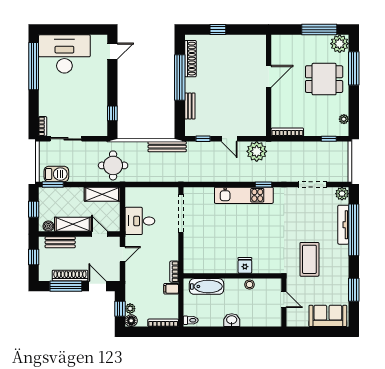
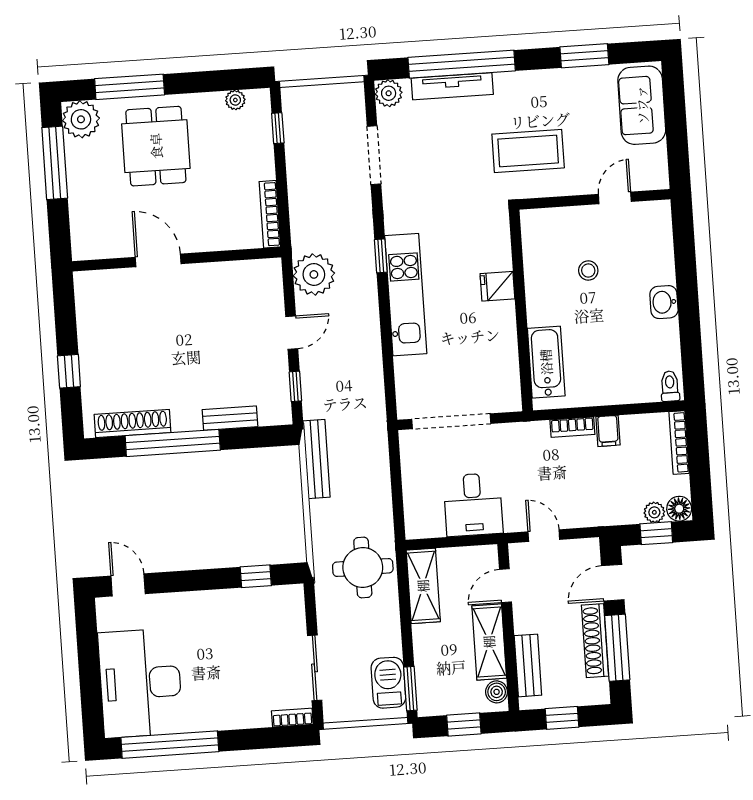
fridge: (245, 265) -> (497, 286), moved
wall: (232, 276) -> (521, 310), moved
bathtub: (206, 286) -> (546, 362), moved

